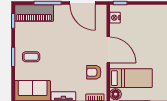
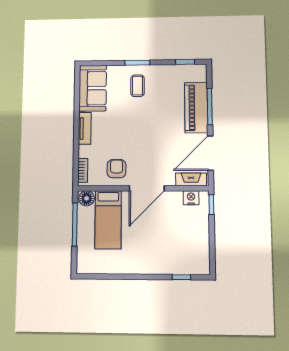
piano: (34, 13) -> (196, 108), moved
fireplace: (102, 17) -> (191, 179), added

